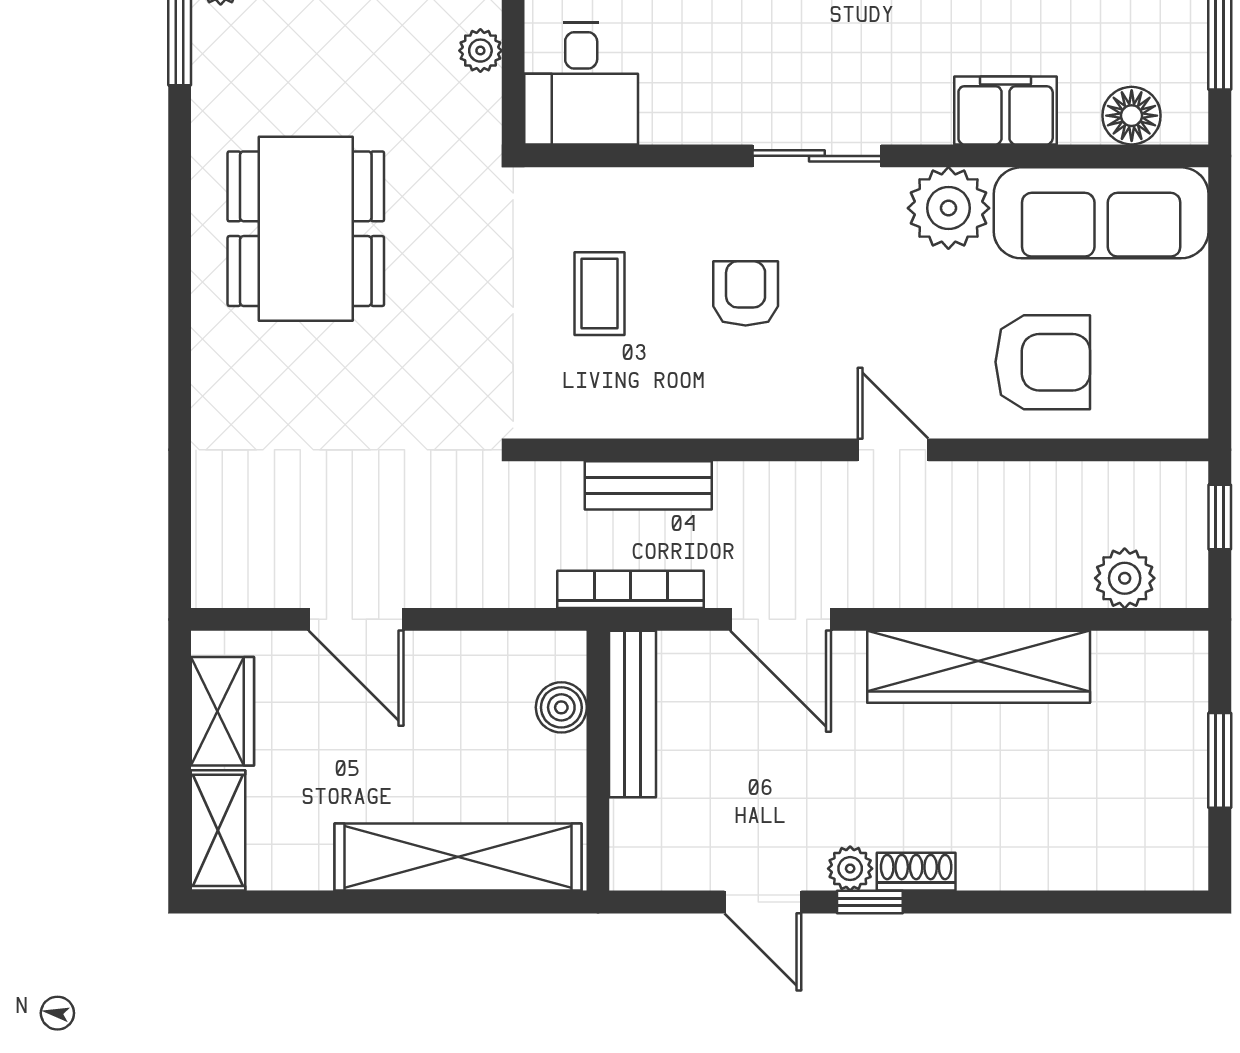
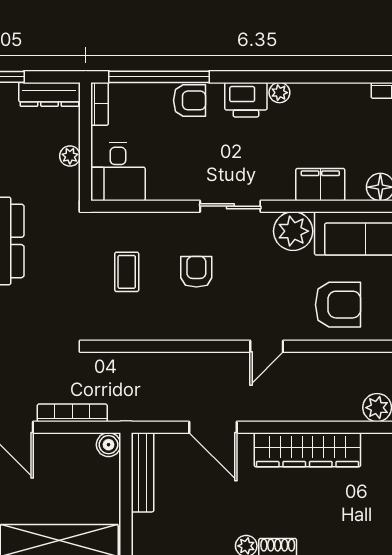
door: (893, 450) -> (267, 346), swing flipped
bench: (648, 485) -> (150, 363), removed
bookcase: (631, 589) -> (72, 413), moved
boiler: (561, 707) -> (109, 445), moved

